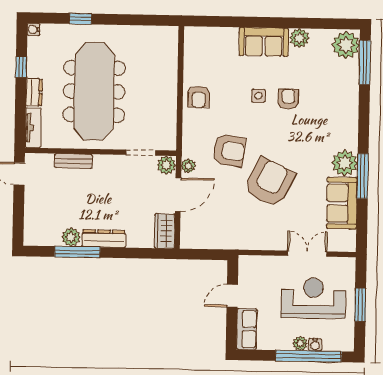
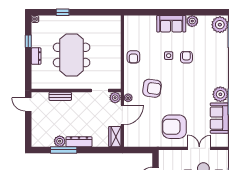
meeting table: (94, 91) -> (72, 55), width x0.73
tv unit: (33, 128) -> (36, 77), removed
armchair: (269, 182) -> (174, 127), moved, turned -116

